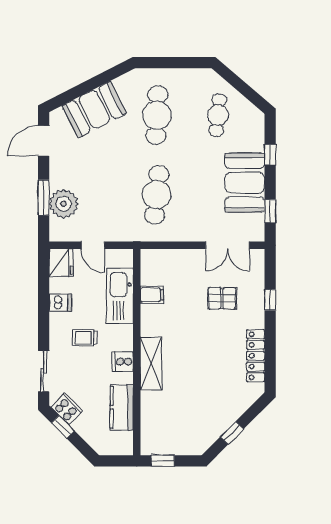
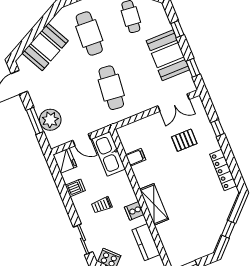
kitchen sink: (120, 296) -> (109, 154), moved

